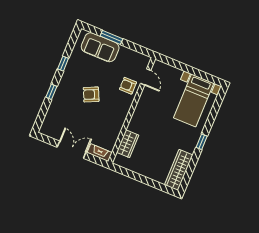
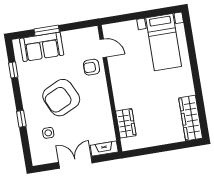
window: (63, 64) -> (13, 70), moved
armchair: (91, 94) -> (61, 98), width x1.88, depth x1.88
side table: (65, 115) -> (48, 133), added
window: (202, 142) -> (196, 77), removed

